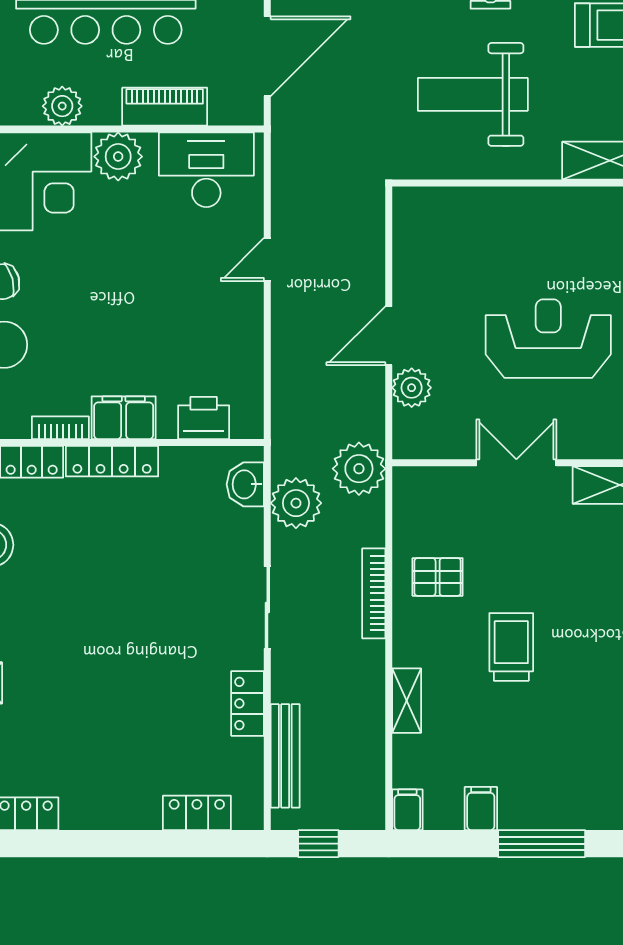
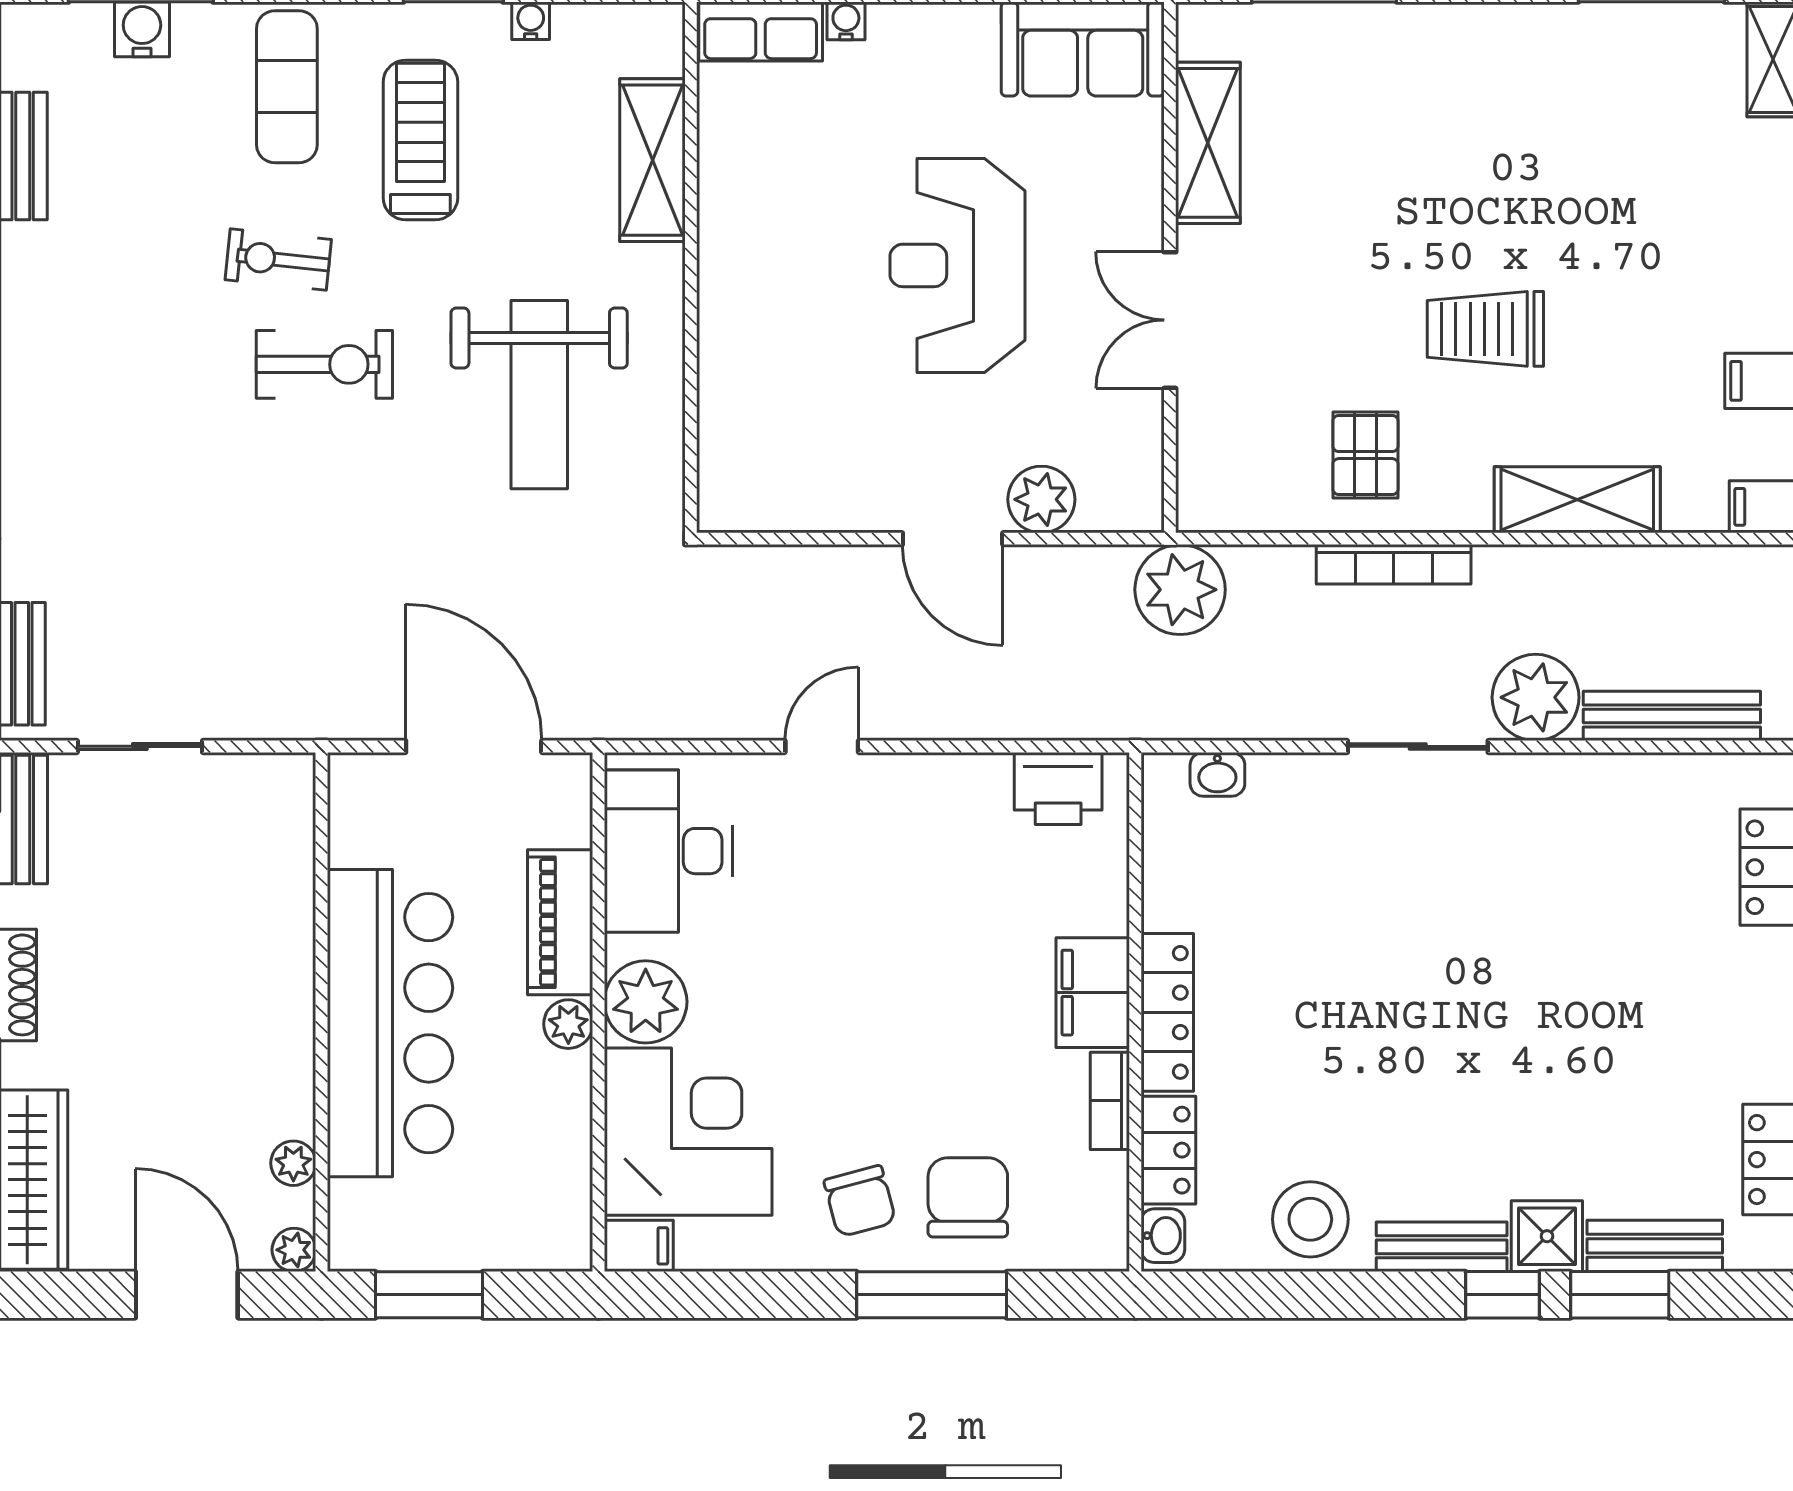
plant: (62, 106) -> (568, 1024), moved, width x0.73, depth x0.73
door: (267, 259) -> (822, 746), swing flipped
printer: (204, 418) -> (1058, 788), moved, turned -90
washbasin: (245, 484) -> (1217, 774), width x0.72, depth x0.69
plant: (296, 503) -> (1536, 697), moved
shelving: (407, 701) -> (1577, 500), width x1.50, depth x1.33
locker: (248, 703) -> (1582, 780), removed

